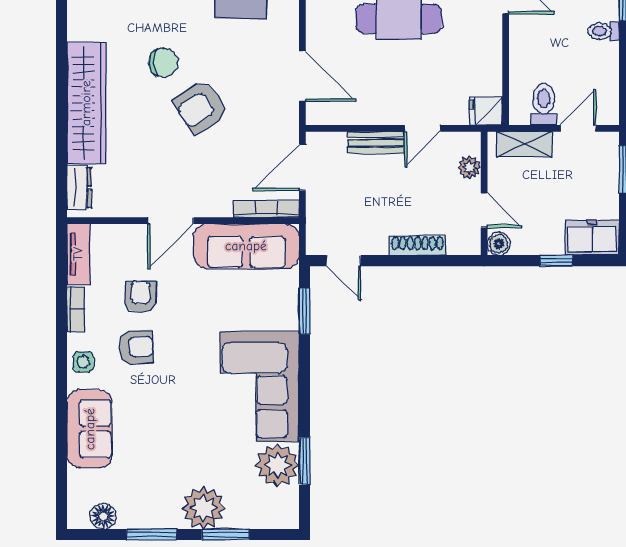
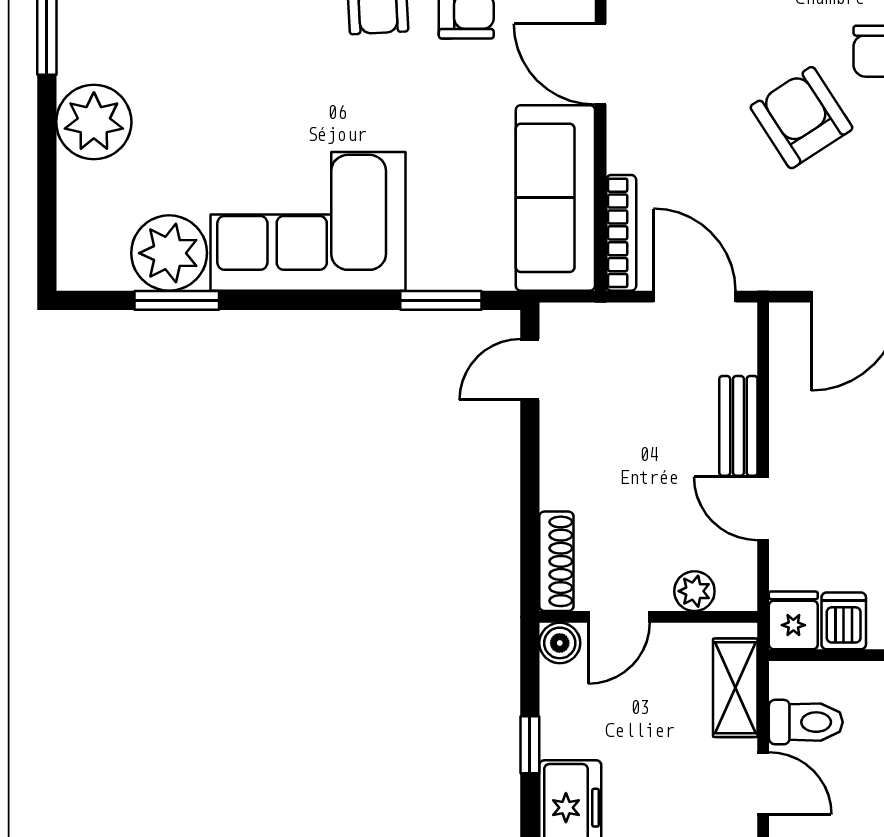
dishwasher: (486, 83) -> (844, 621), added
shoe rack: (418, 246) -> (556, 561), moved
window: (226, 535) -> (47, 161), removed

